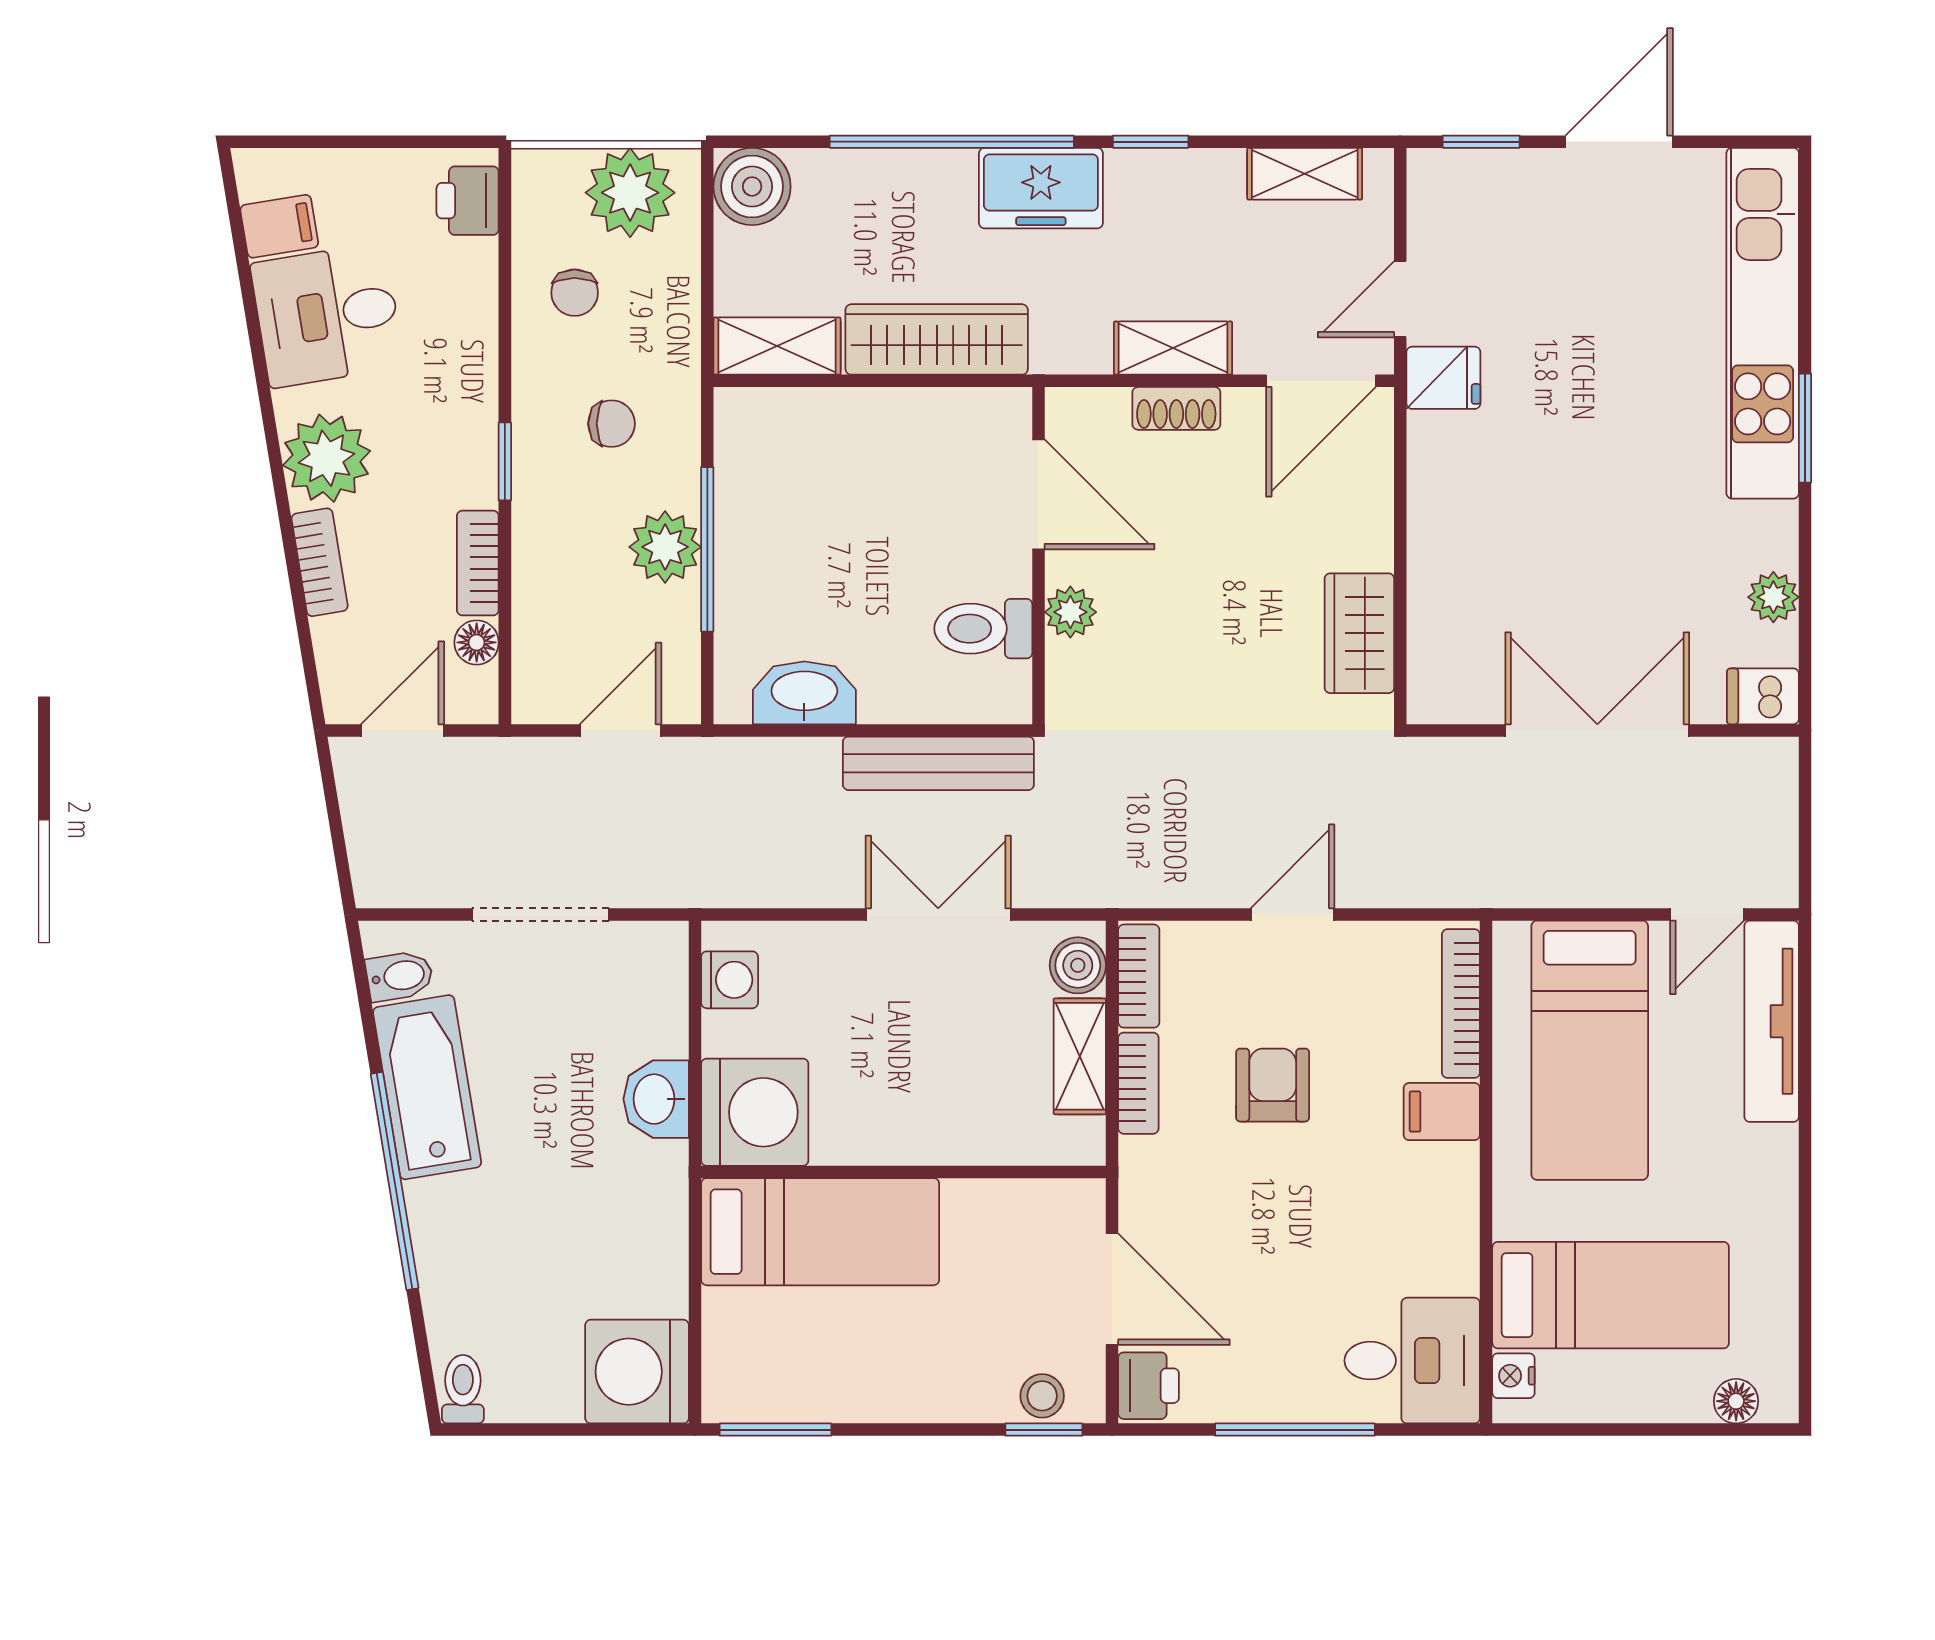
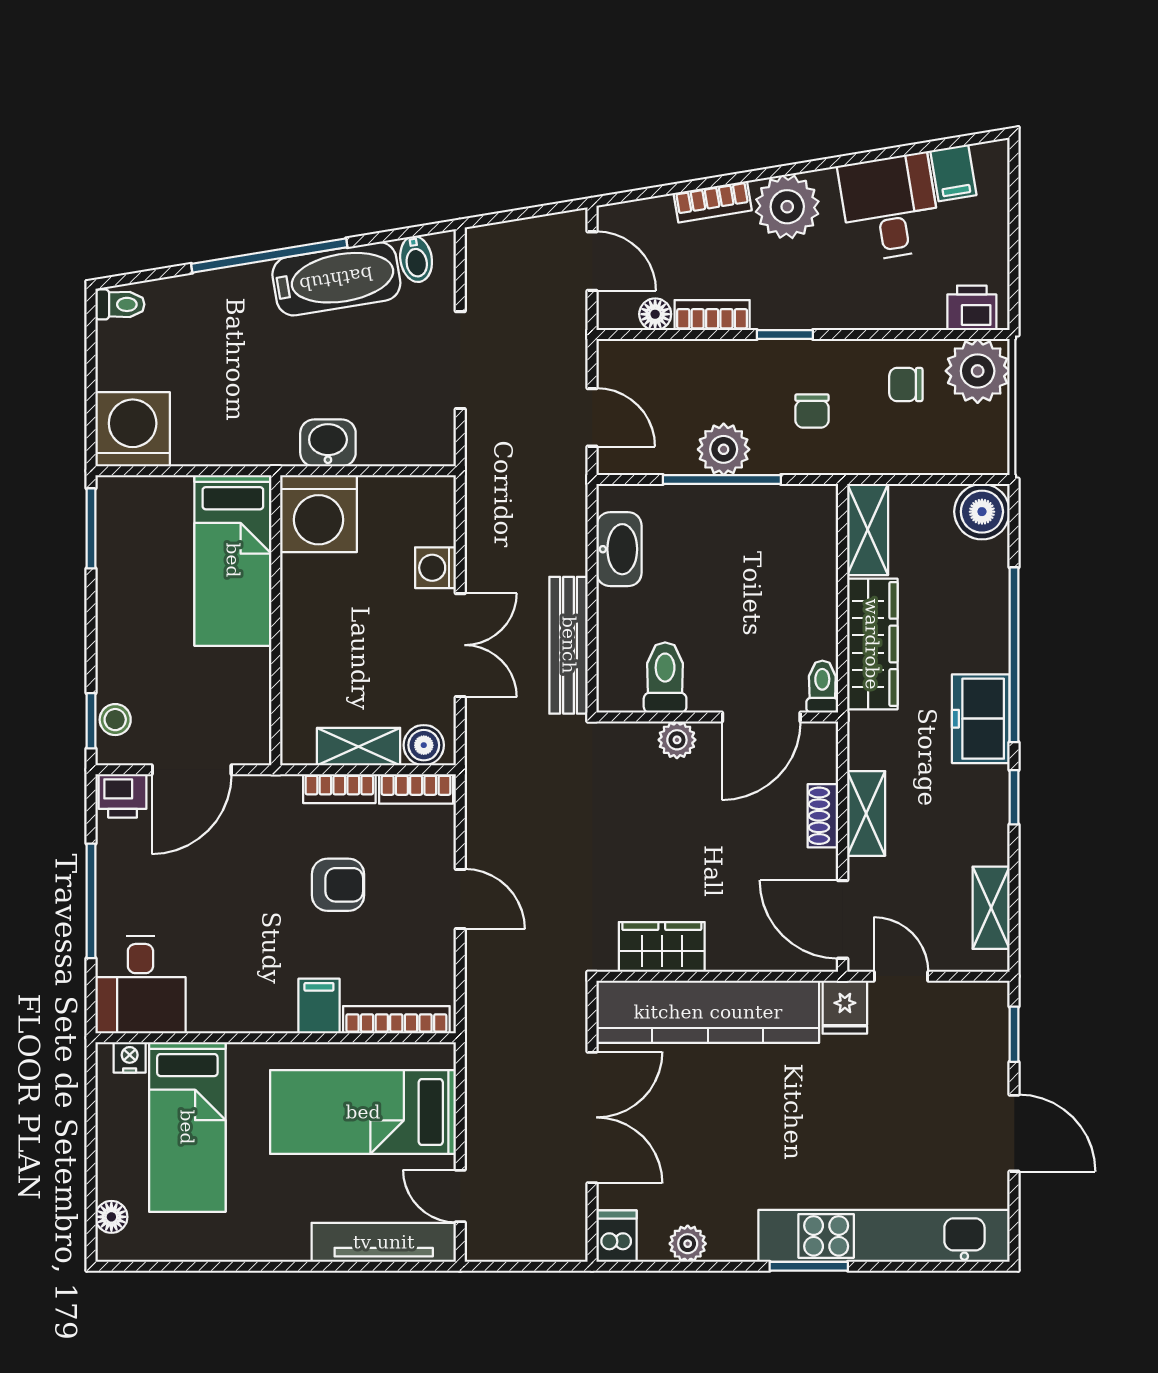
plant: (630, 193) -> (978, 371), moved
toilet: (996, 409) -> (822, 687), added
kitchen counter: (1450, 569) -> (708, 1012), added
washing machine: (730, 980) -> (435, 568), moved, turned 90

